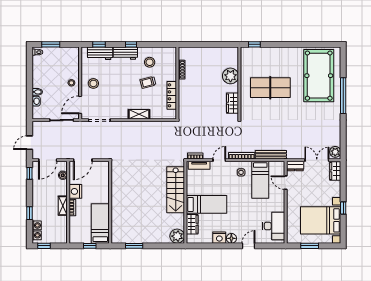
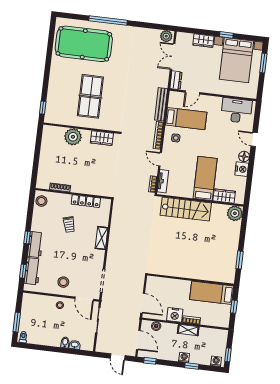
stool: (150, 62) -> (41, 201), moved
wardrobe: (335, 171) -> (203, 41), moved
washing machine: (37, 225) -> (184, 357), moved
window: (310, 246) -> (263, 63), moved

